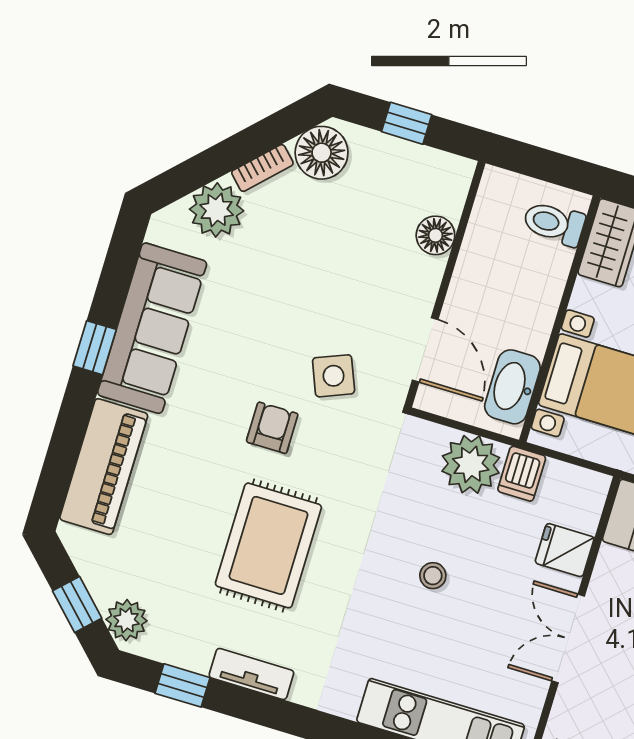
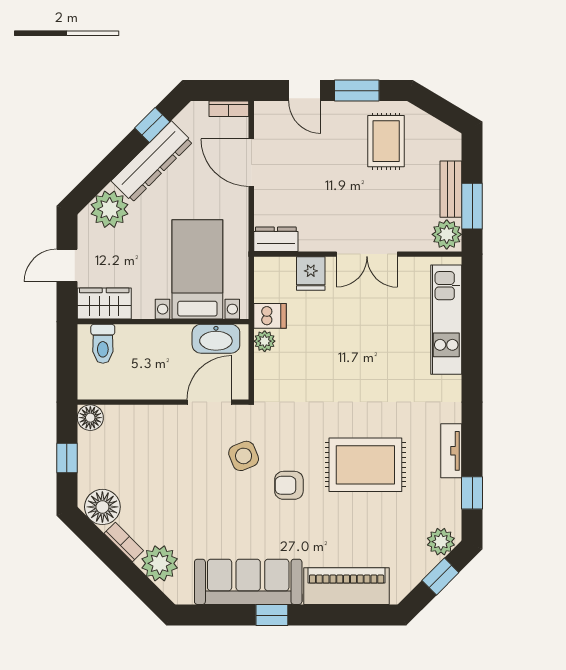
floor lamp: (435, 235) -> (90, 418), moved
plant: (471, 464) -> (265, 341), width x0.53, depth x0.53
stool: (433, 576) -> (353, 353), removed

